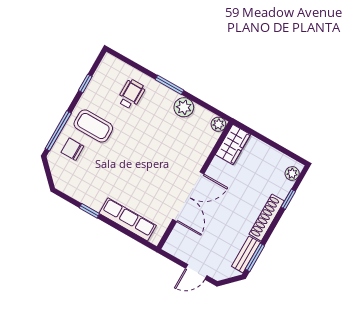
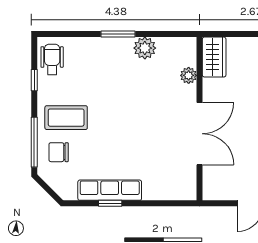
wheelchair: (131, 94) -> (52, 59), moved
plant: (218, 124) -> (189, 75), moved
row of seats: (128, 219) -> (110, 190), moved

